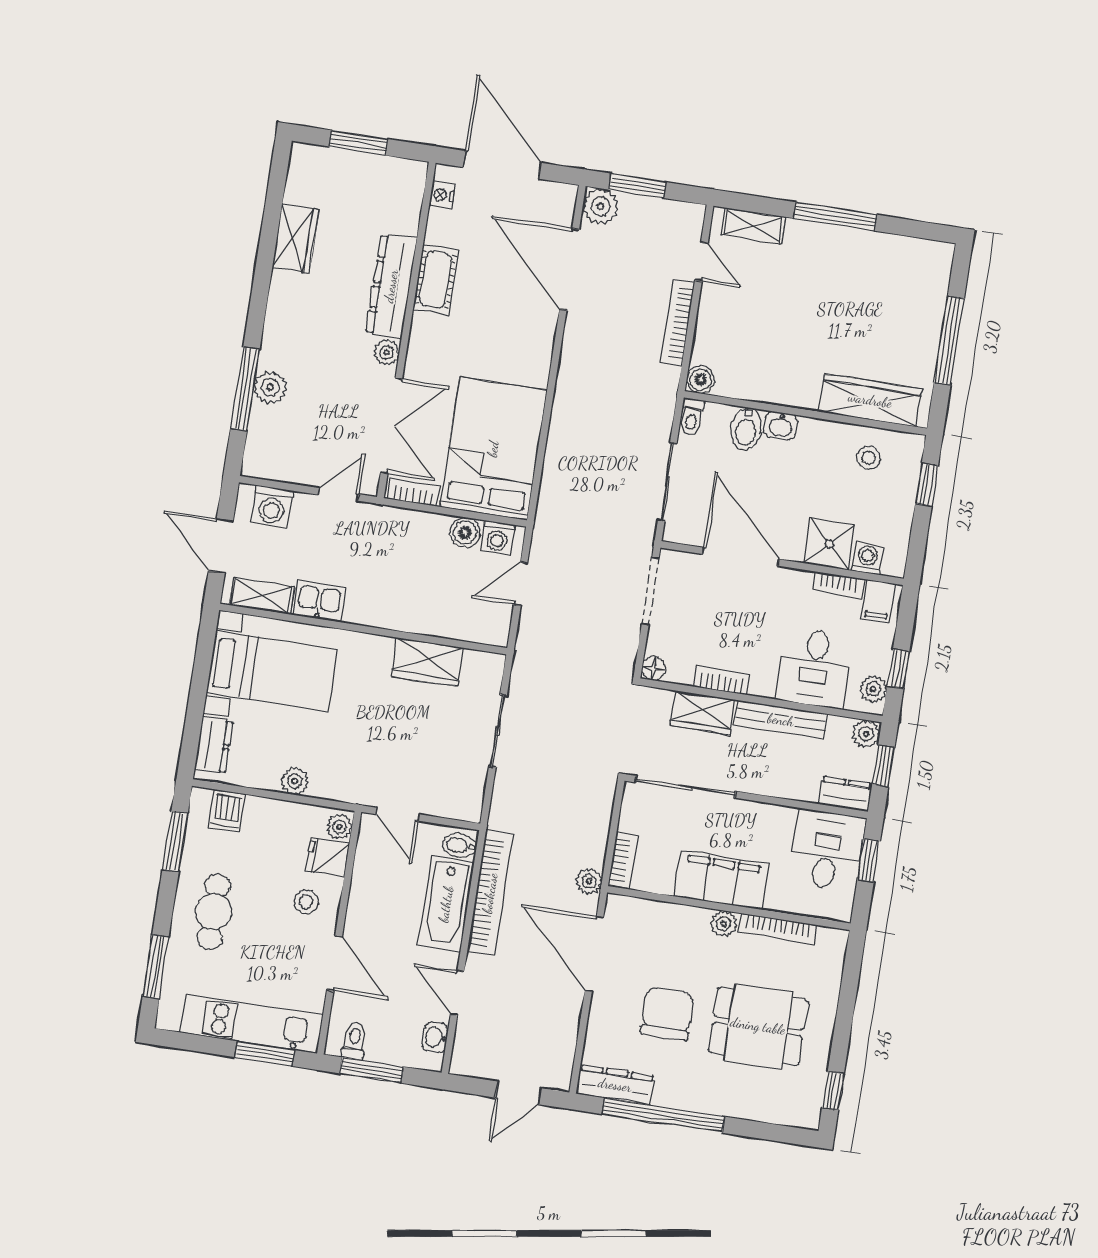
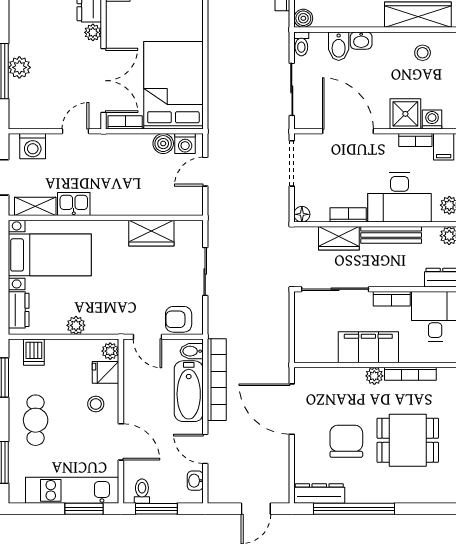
desk: (814, 668) -> (400, 197), width x1.37
armchair: (448, 795) -> (179, 319), added
bookcase: (623, 861) -> (392, 299), moved, turned 90
plant: (589, 881) -> (281, 362), removed

